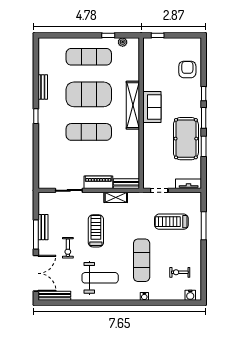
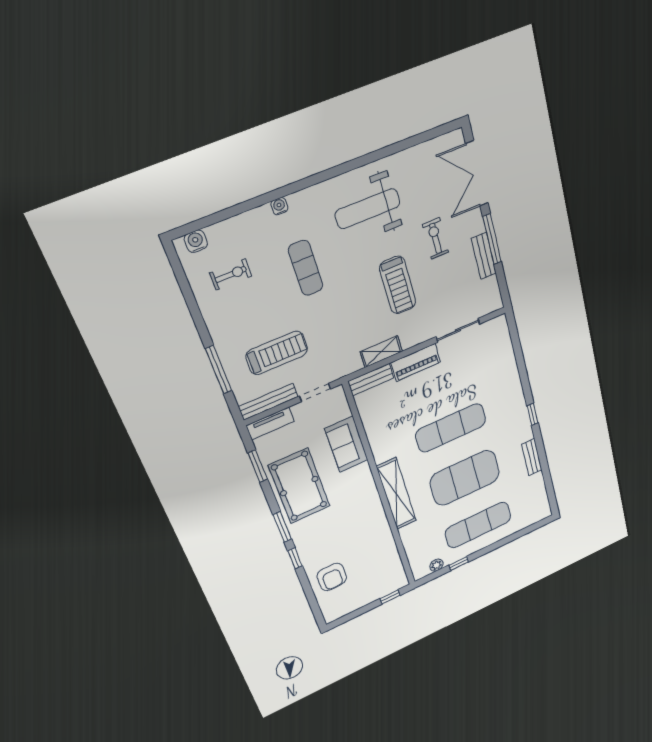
sofa: (152, 107) -> (346, 444), moved
window: (204, 146) -> (258, 466), moved
exercise mat: (142, 260) -> (306, 268), width x0.73, depth x0.69
bench: (54, 296) -> (268, 402), moved

